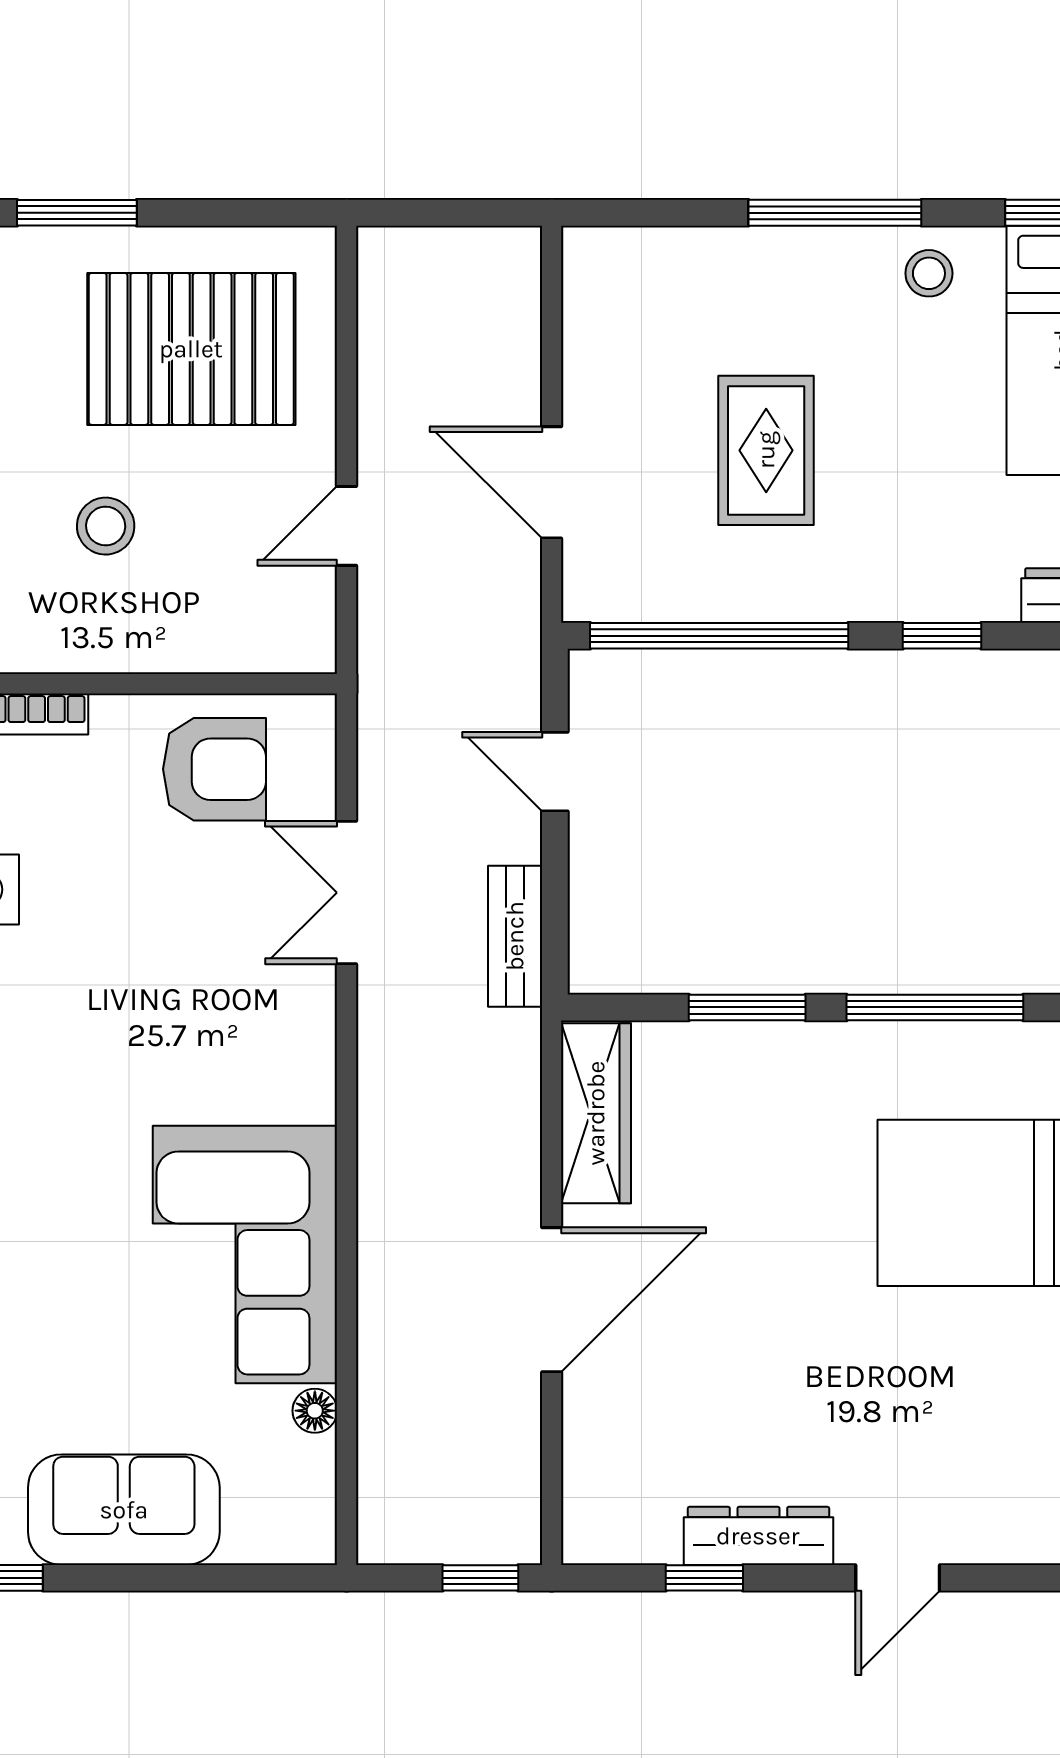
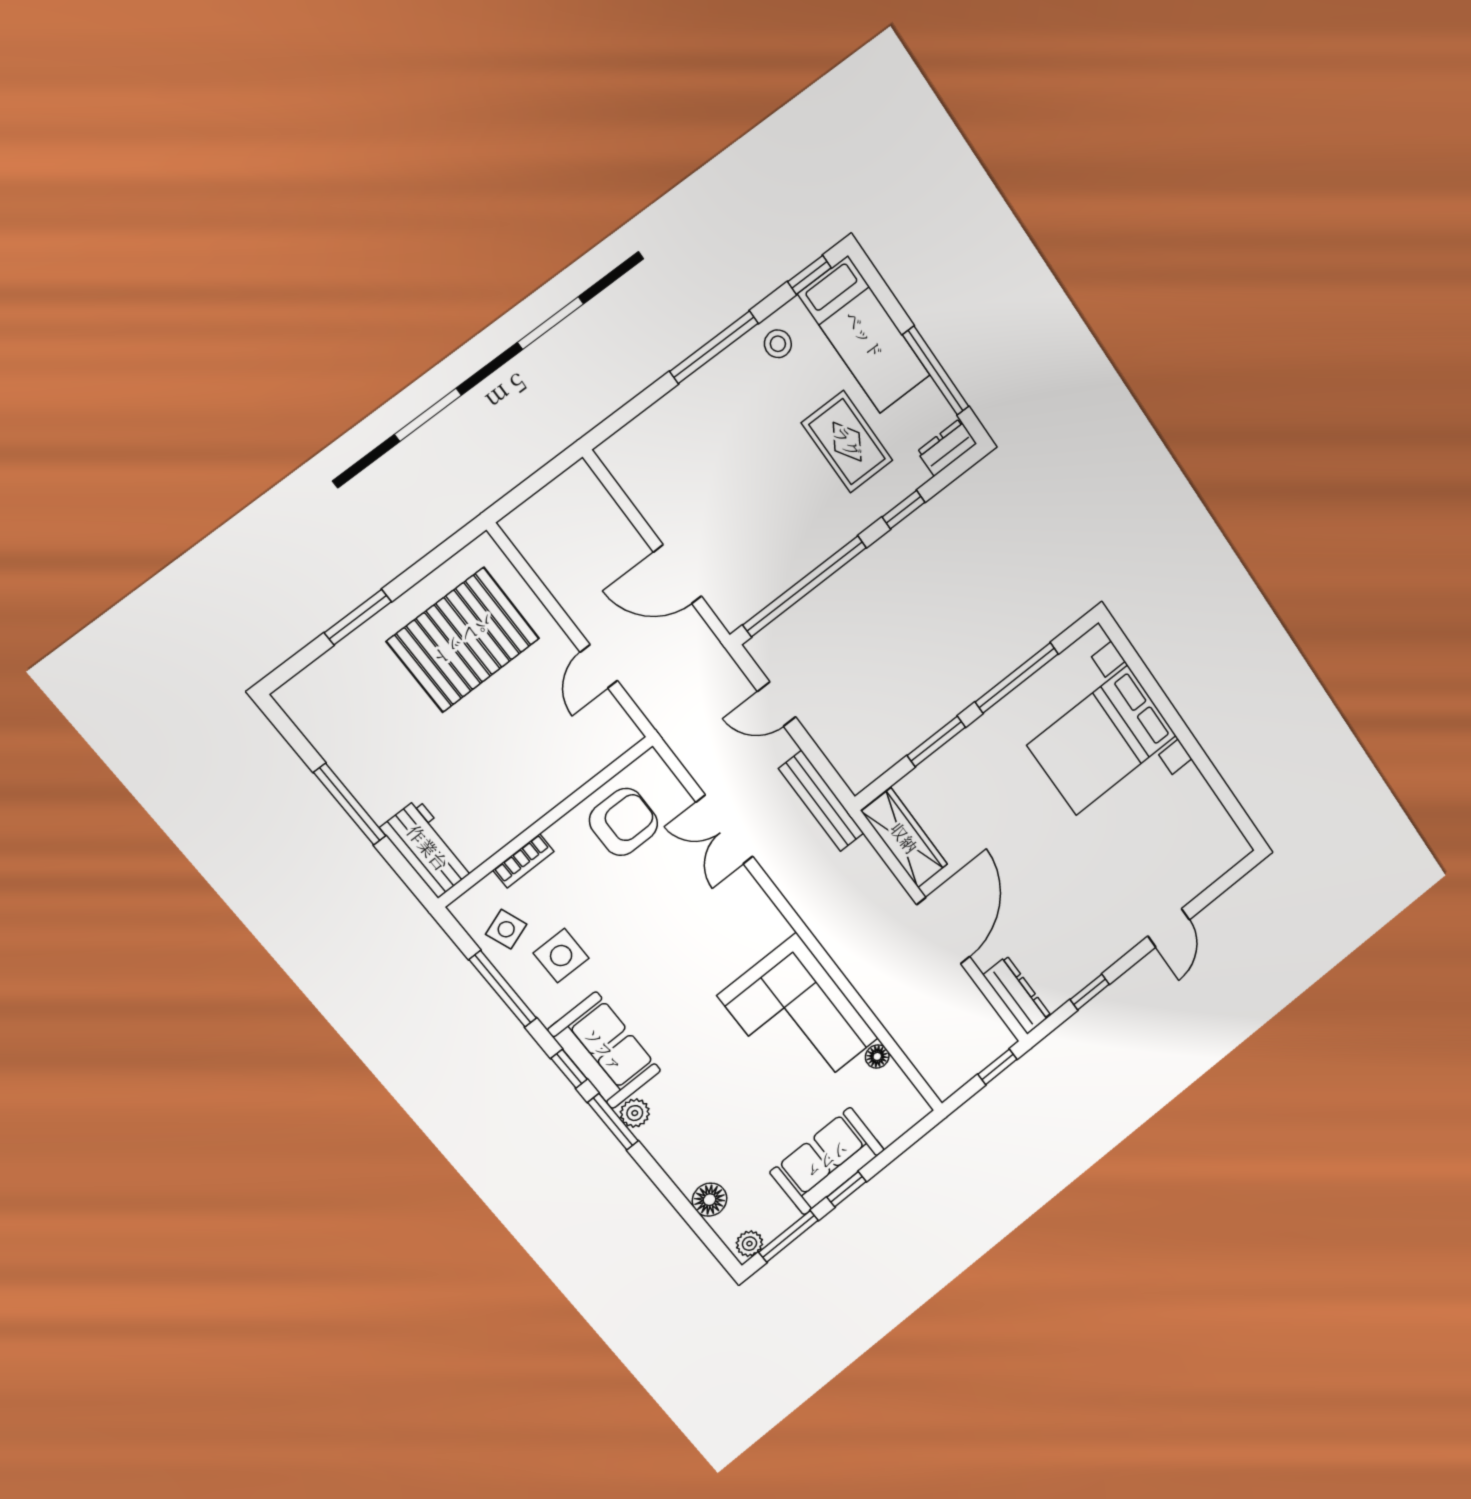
rug: (766, 450) -> (847, 442), moved
stool: (106, 526) -> (488, 752), removed
bench: (515, 936) -> (821, 801), width x1.36
dresser: (758, 1536) -> (1017, 995), moved, turned 90
window: (119, 1578) -> (846, 1189), added

